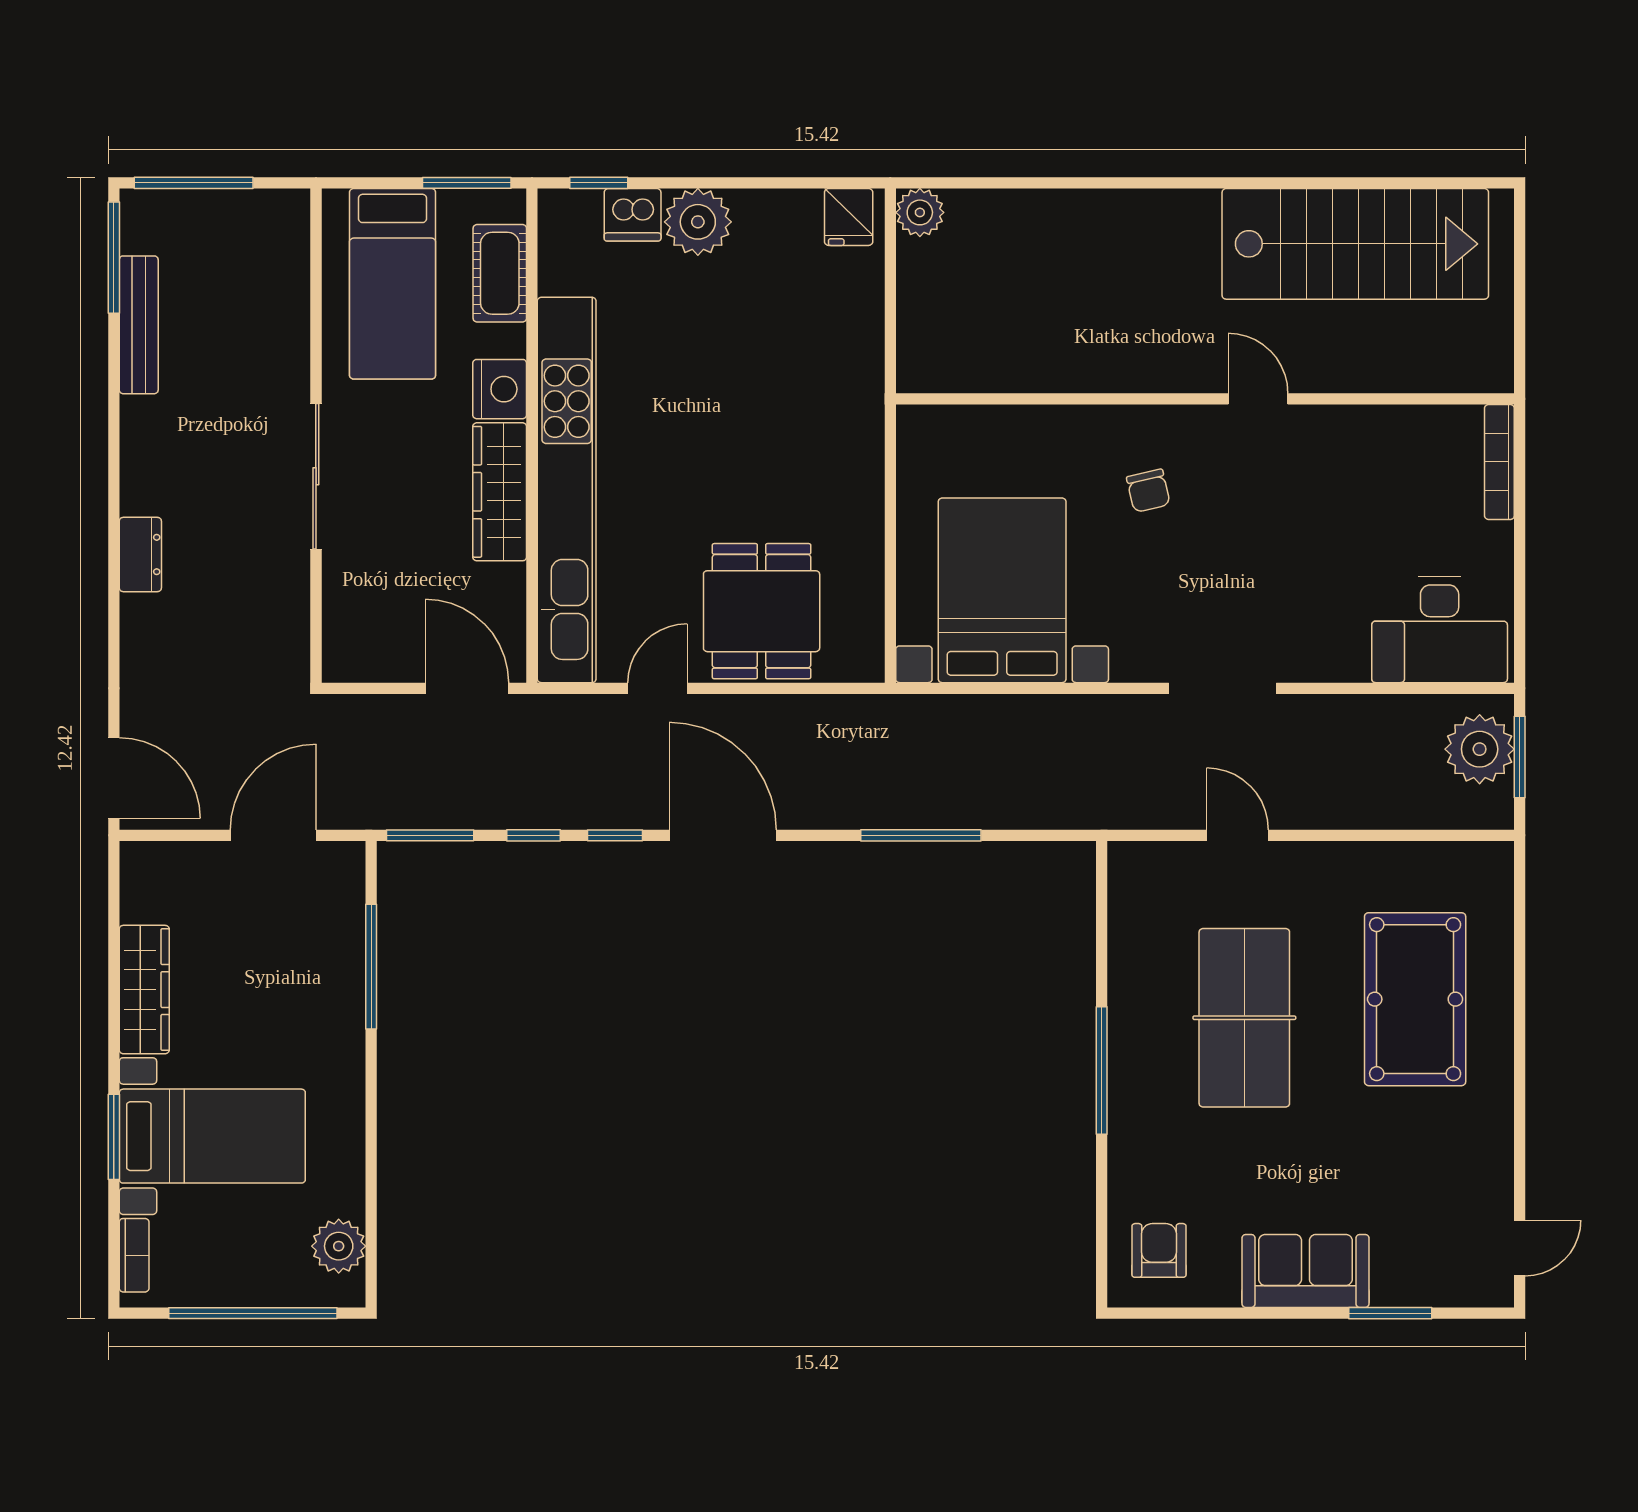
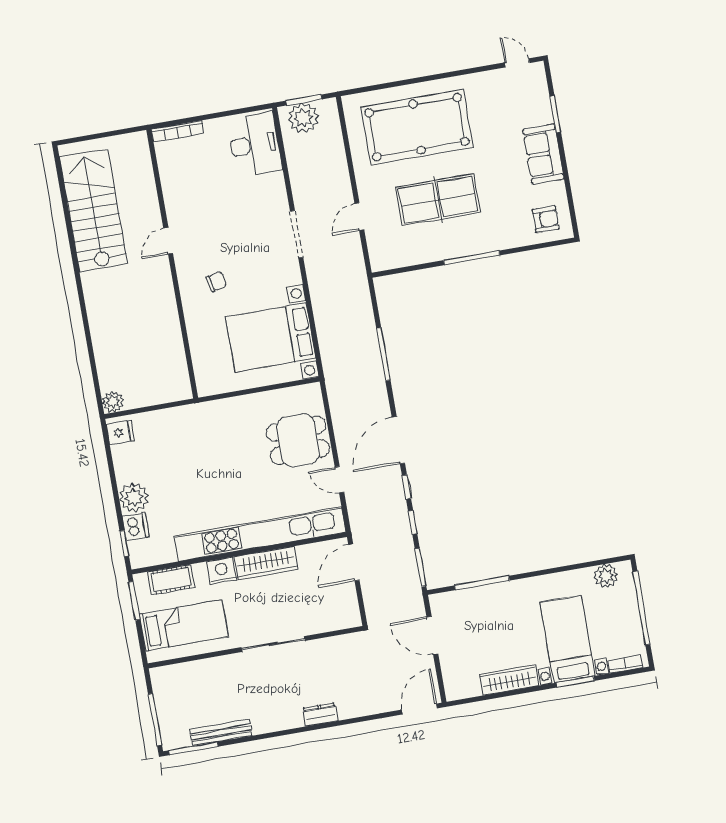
pool table: (1415, 999) -> (417, 127), width x1.36, depth x1.32
armchair: (1159, 1250) -> (546, 219), turned 180

